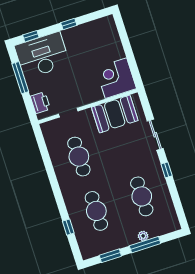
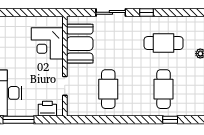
corner desk: (116, 78) -> (47, 43), moved
cafe table: (79, 157) -> (108, 89), turned 90
cafe table: (96, 211) -> (164, 89), turned 90

